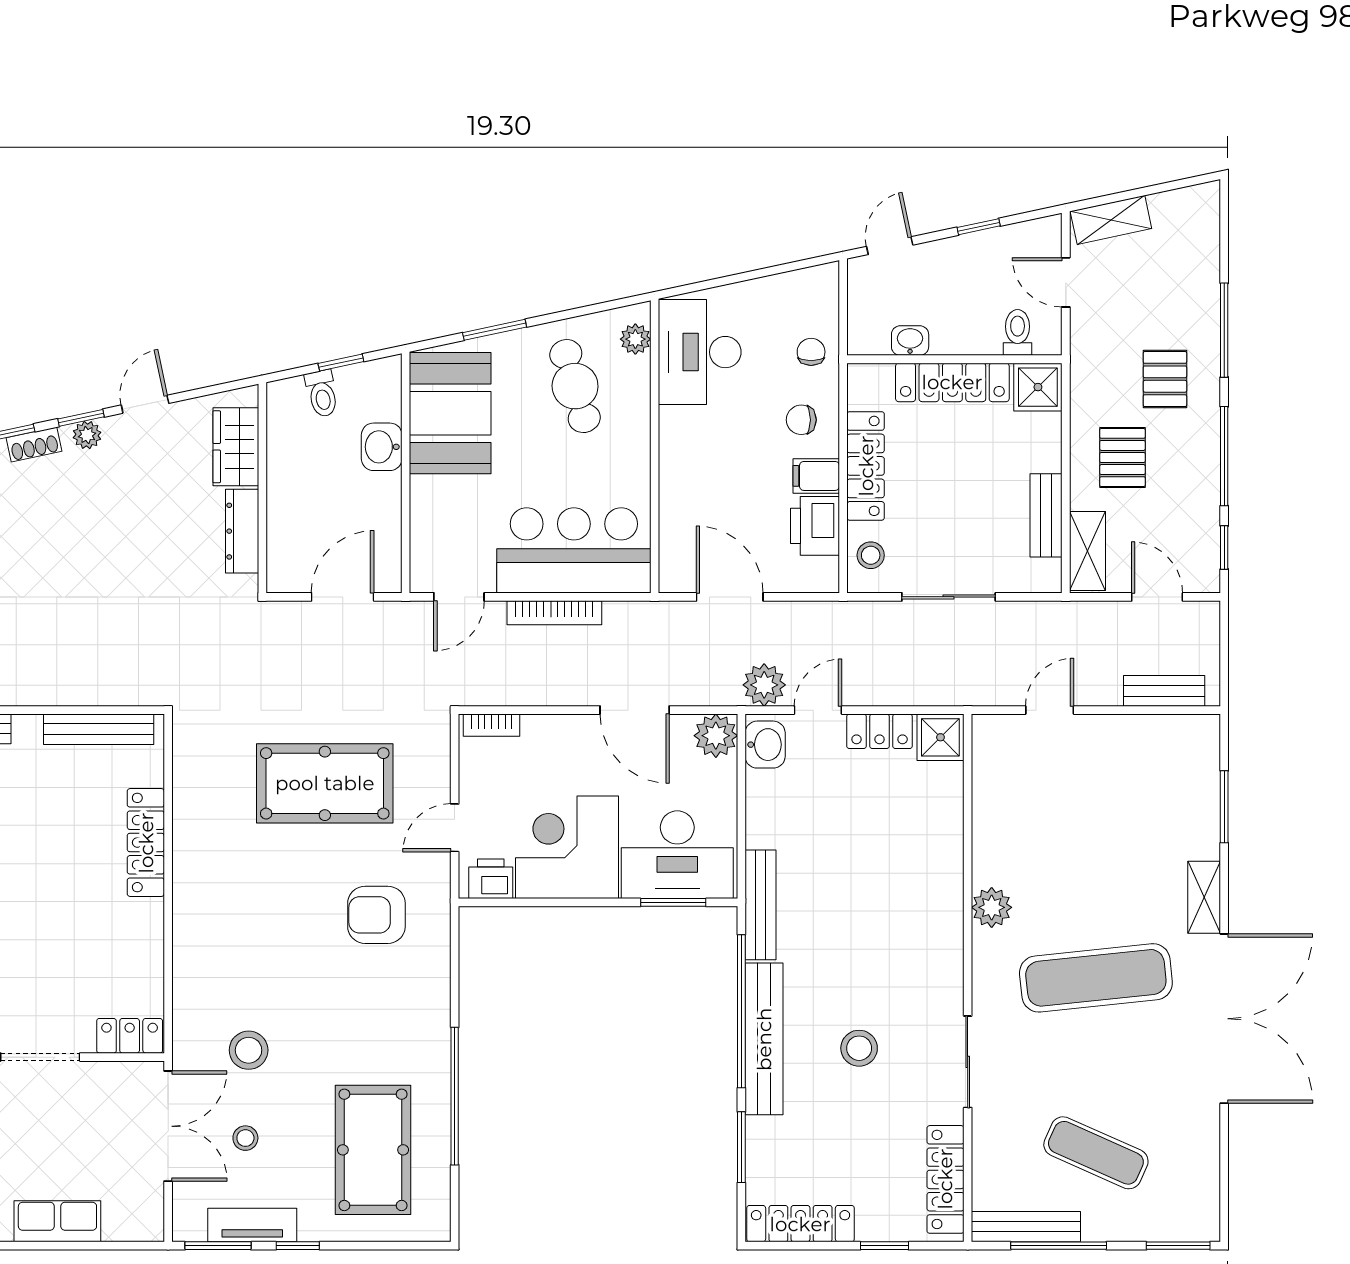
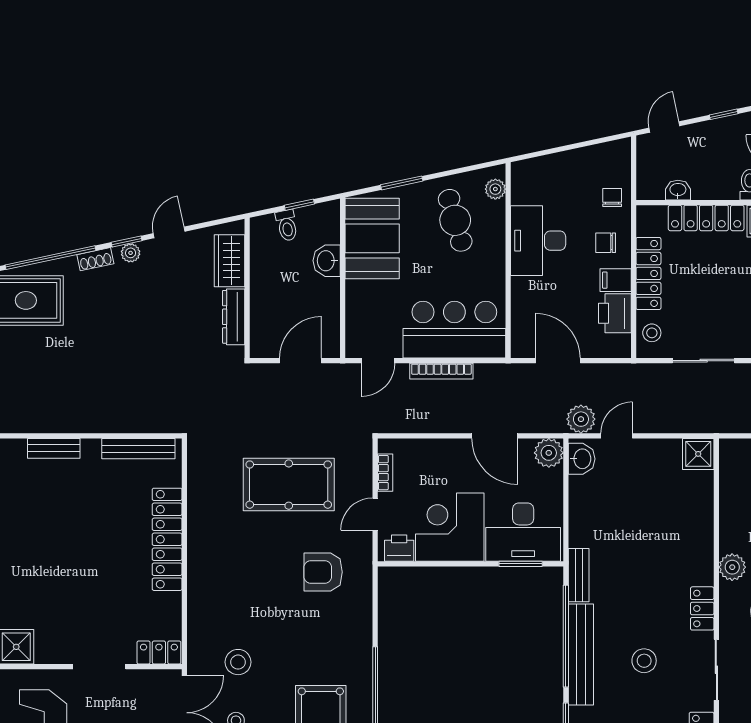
desk: (700, 352) -> (538, 241), moved
bookcase: (492, 725) -> (385, 473), moved, turned -90
locker: (880, 731) -> (702, 608), moved, turned 90
locker: (146, 843) -> (167, 539), width x1.41, depth x1.21
bench: (761, 905) -> (579, 575), width x0.73

